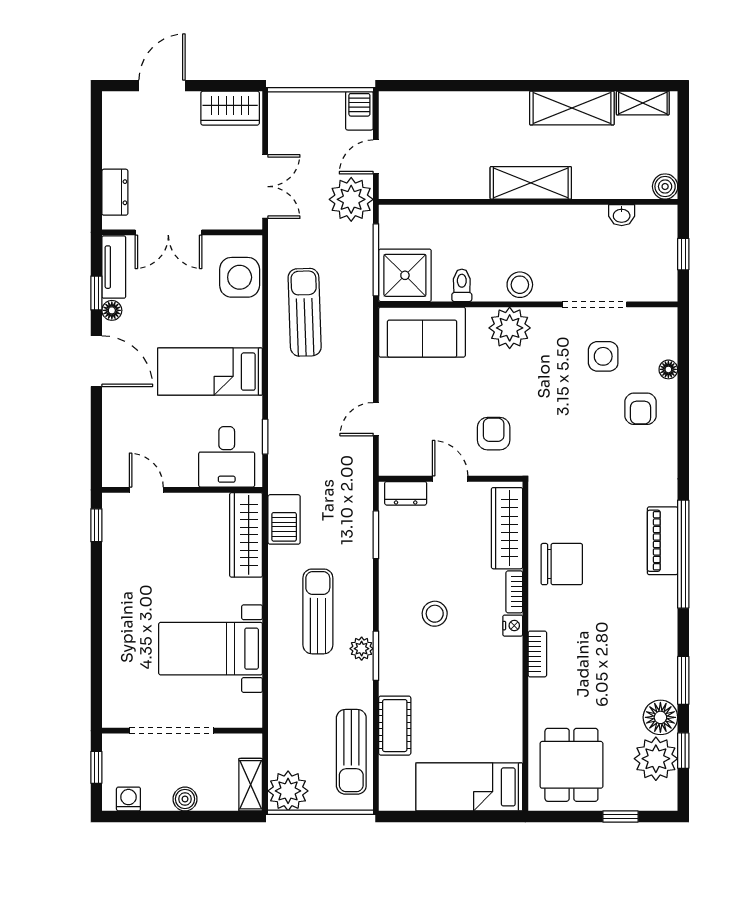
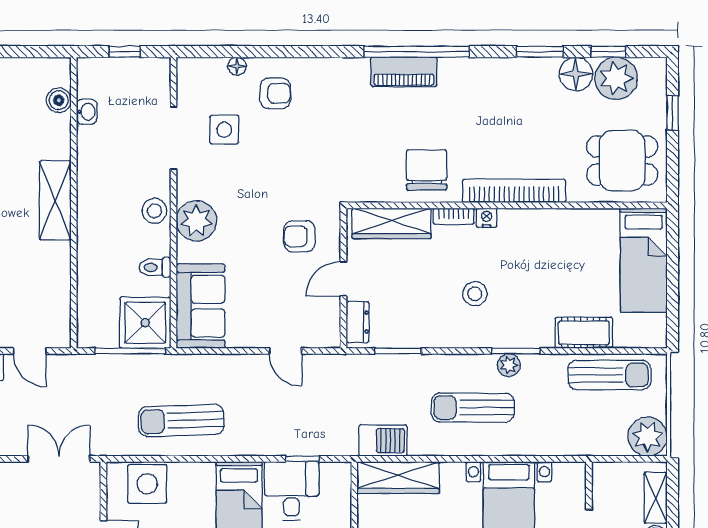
boiler: (665, 186) -> (59, 100), moved
plant: (351, 199) -> (71, 375), removed
desk: (227, 457) -> (292, 491), moved, turned -90
bookcase: (537, 654) -> (514, 191), width x2.31, depth x1.31
shelving: (251, 785) -> (656, 498), moved, turned 90

